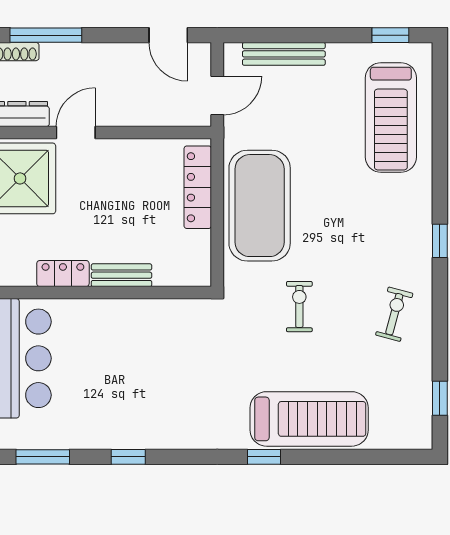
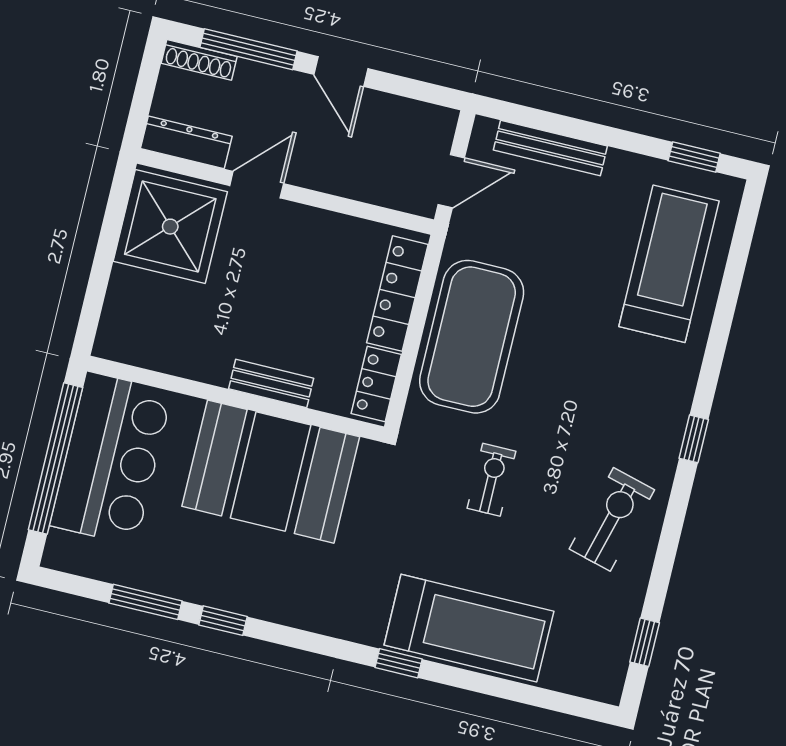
door: (168, 35) -> (341, 72), moved
treadmill: (391, 117) -> (669, 264), turned 180
locker: (63, 274) -> (376, 384), moved, turned -90
exercise bike: (394, 314) -> (612, 519), width x1.38, depth x1.39
booth: (137, 340) -> (271, 472), added
window: (43, 457) -> (146, 602), moved

